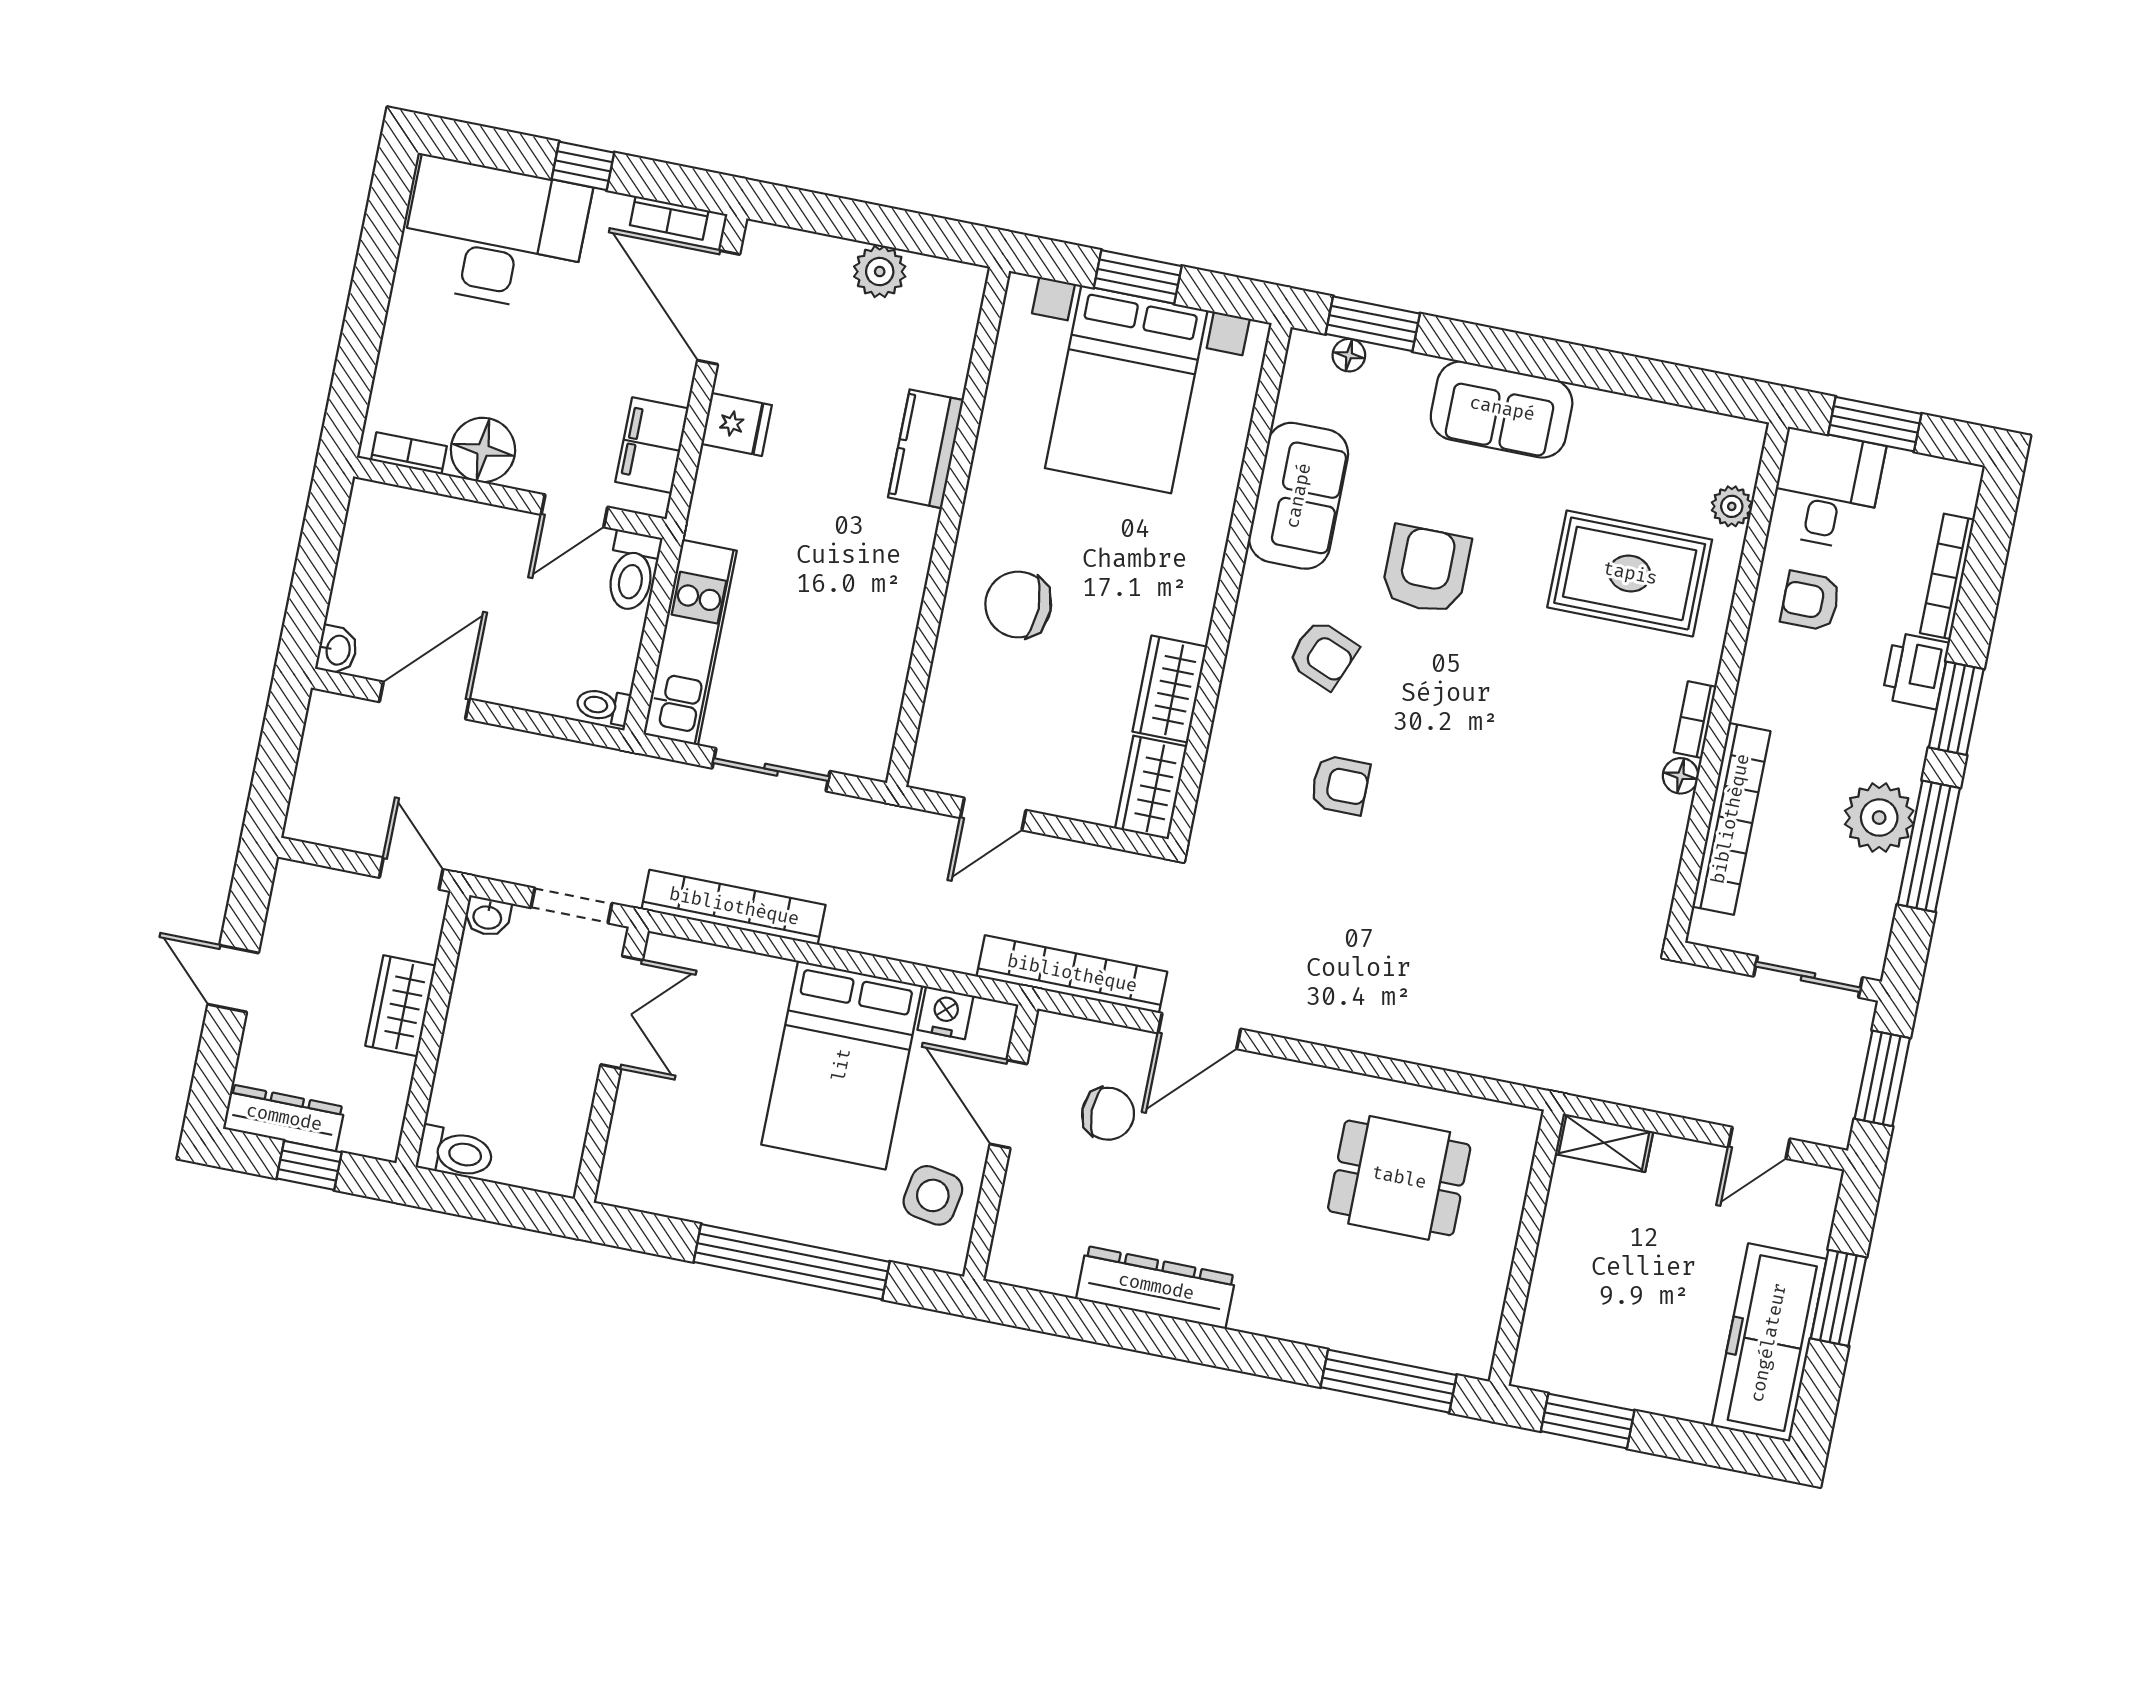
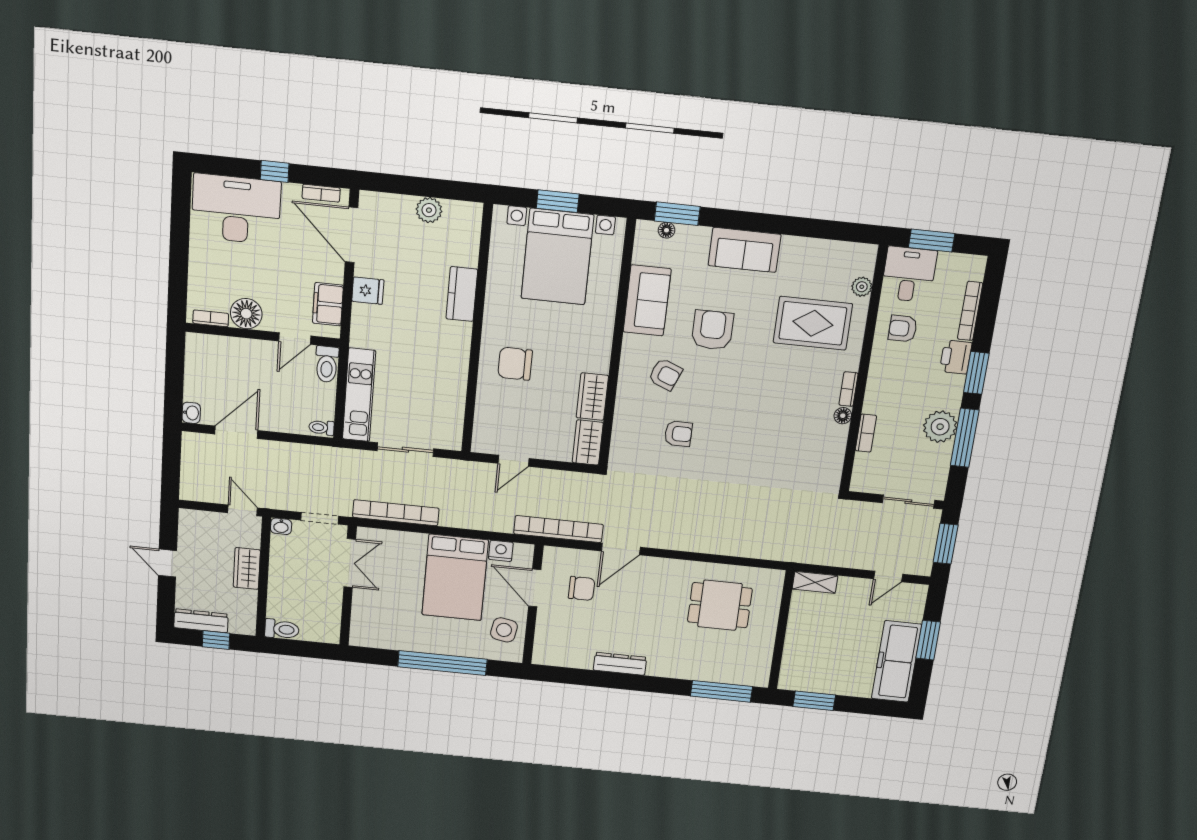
bookcase: (1731, 819) -> (866, 433), width x0.43, depth x0.76
dresser: (1156, 1287) -> (620, 664), width x0.73, depth x0.80

